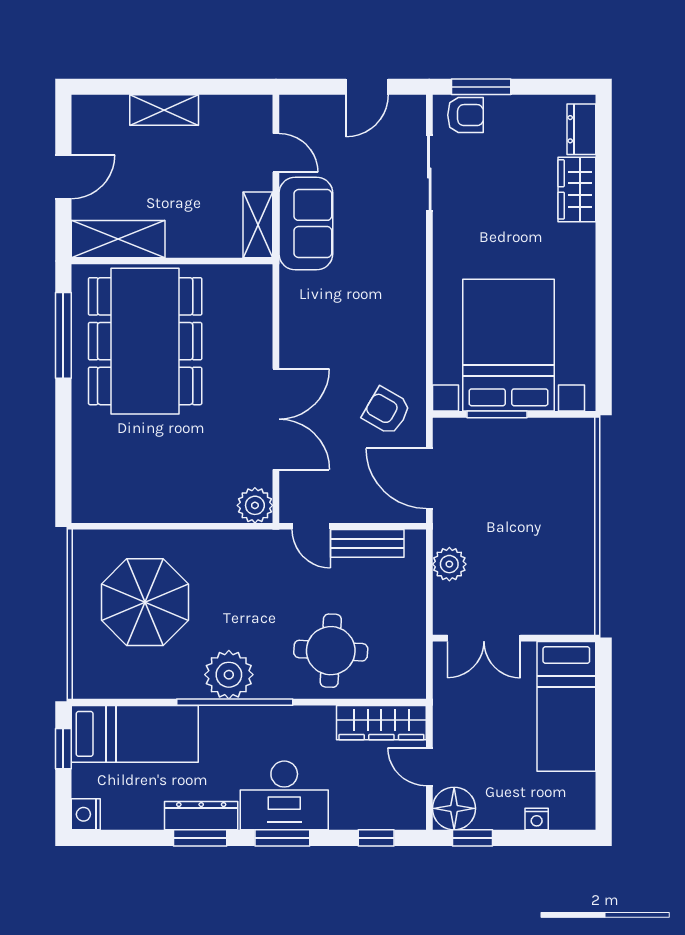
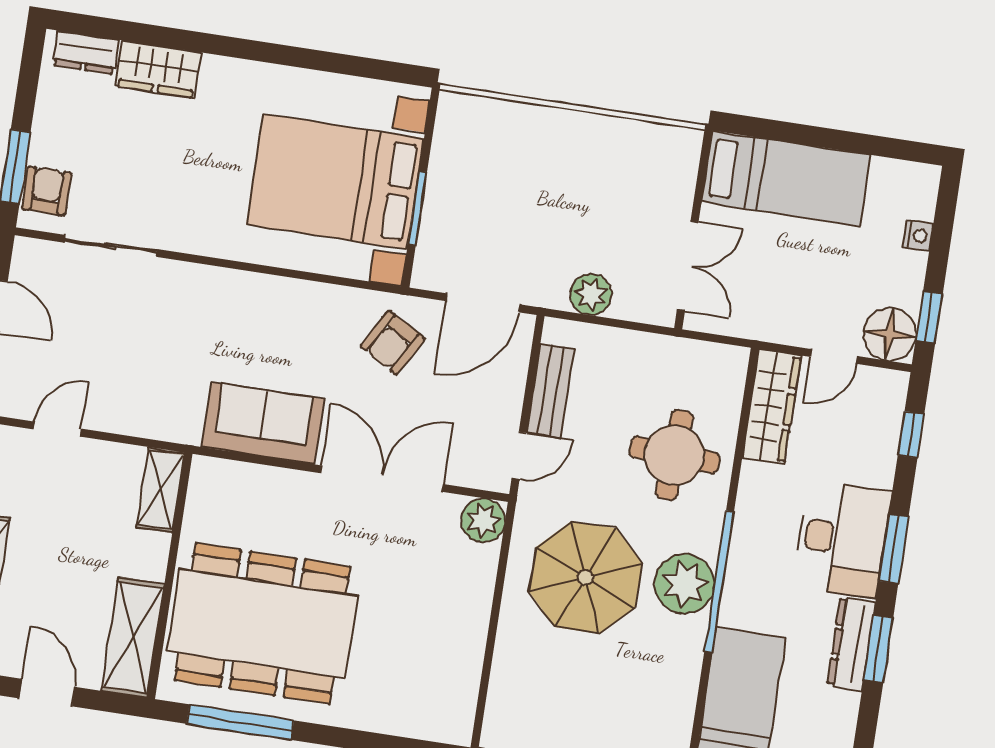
sofa: (306, 223) -> (263, 423), moved
shelving: (258, 225) -> (160, 490), moved, turned 90
parasol: (145, 602) -> (585, 578), moved

